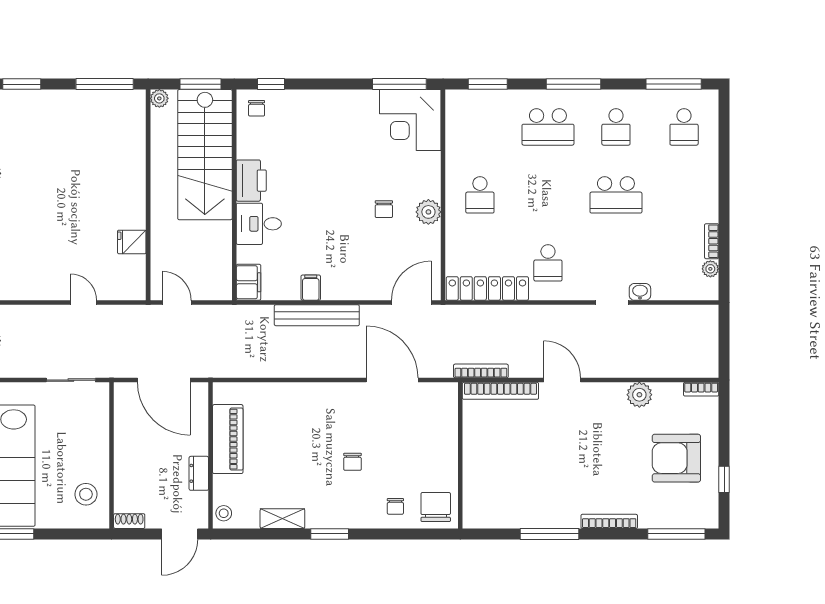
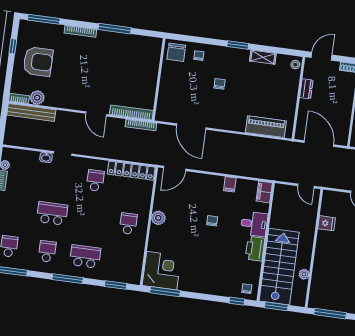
plant: (159, 98) -> (304, 274), moved
chair: (384, 209) -> (212, 221), moved
bench: (317, 315) -> (31, 112), moved
plant: (639, 395) -> (37, 98), moved
piano: (228, 439) -> (266, 127), moved, turned 90

